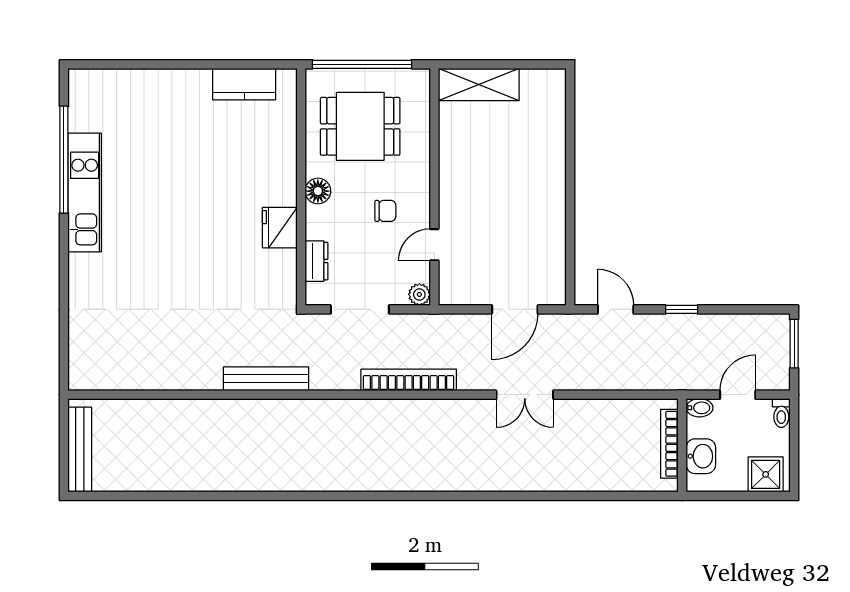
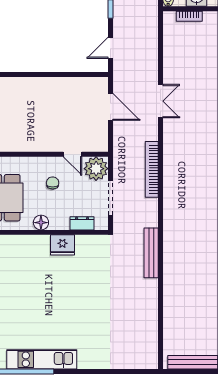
plant: (419, 294) -> (96, 169), width x1.88, depth x1.88
bookcase: (669, 444) -> (189, 16), width x0.64

